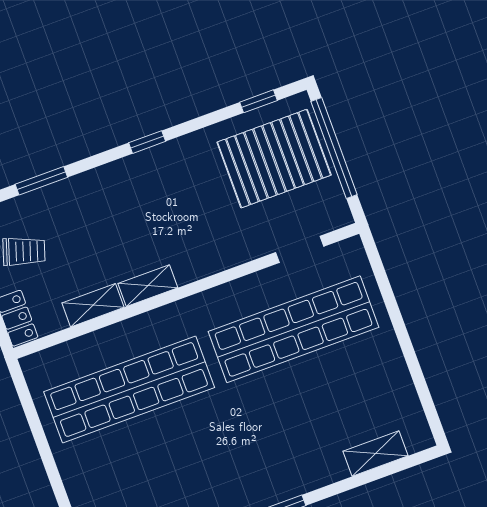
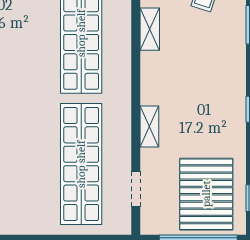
shelving: (148, 286) -> (149, 126), moved

